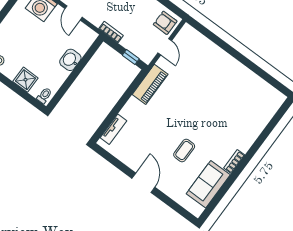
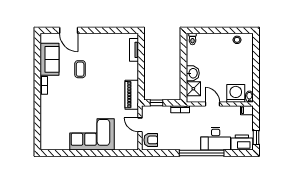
corner sofa: (222, 74) -> (92, 134), added
shower: (25, 80) -> (193, 89), moved
door: (143, 183) -> (69, 30), moved

